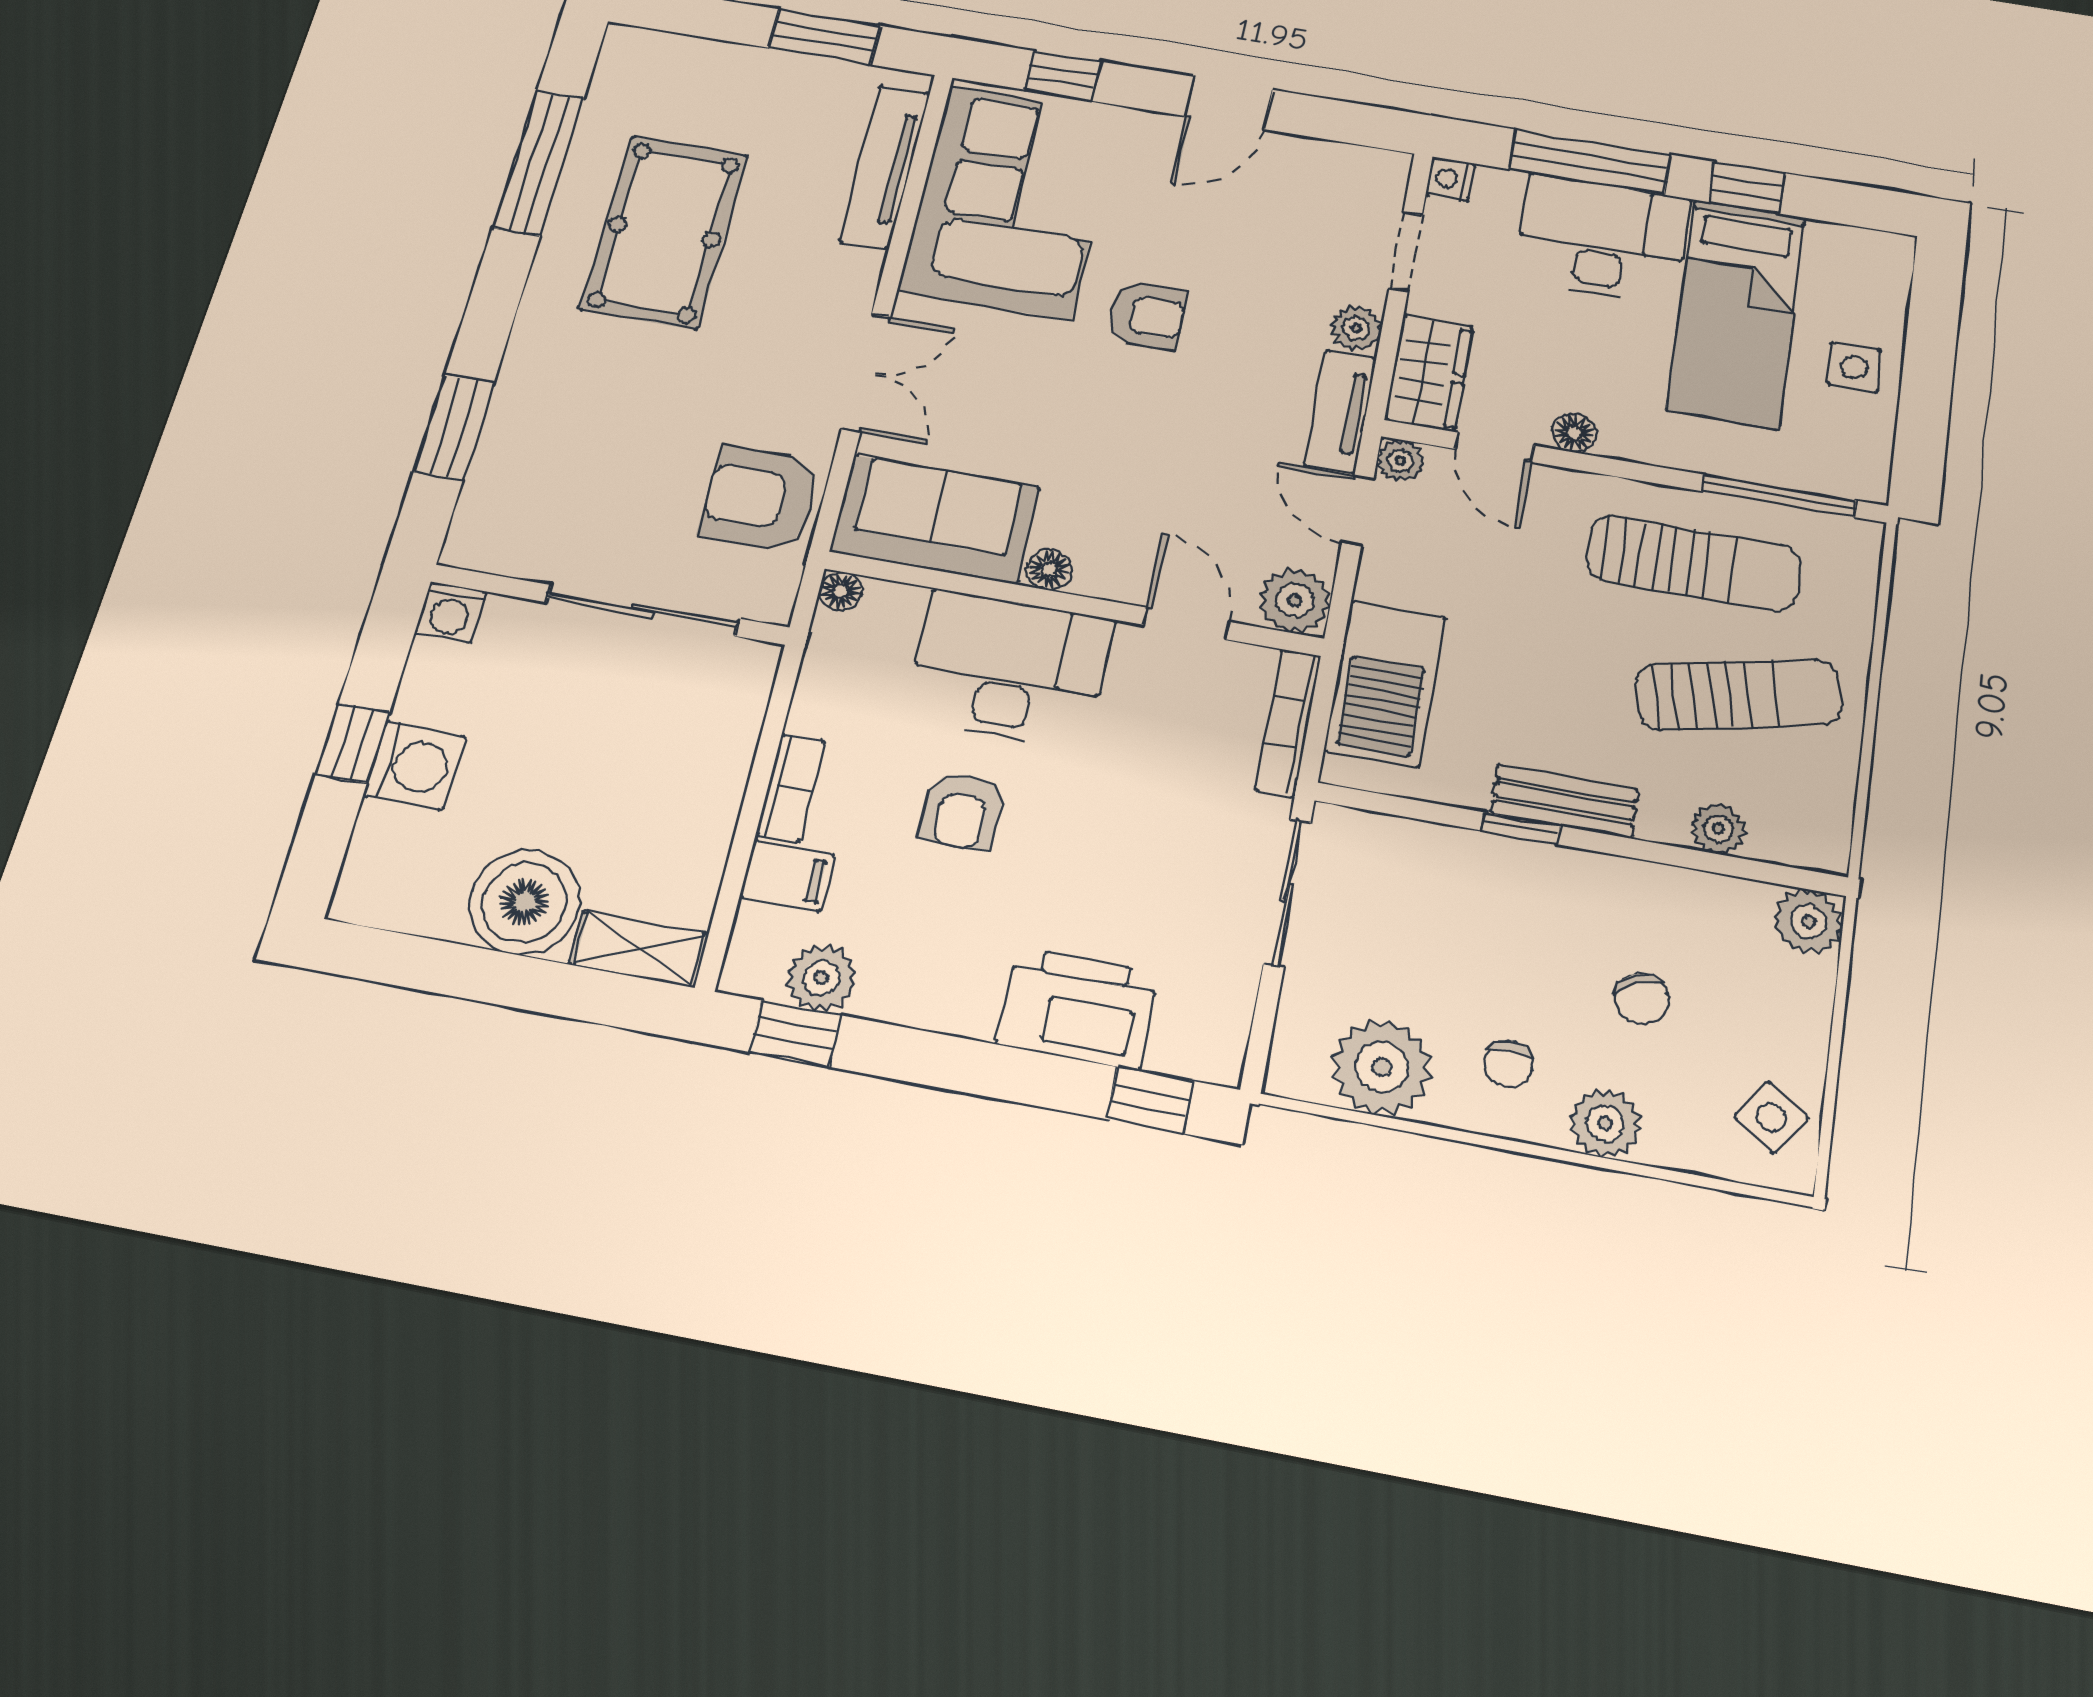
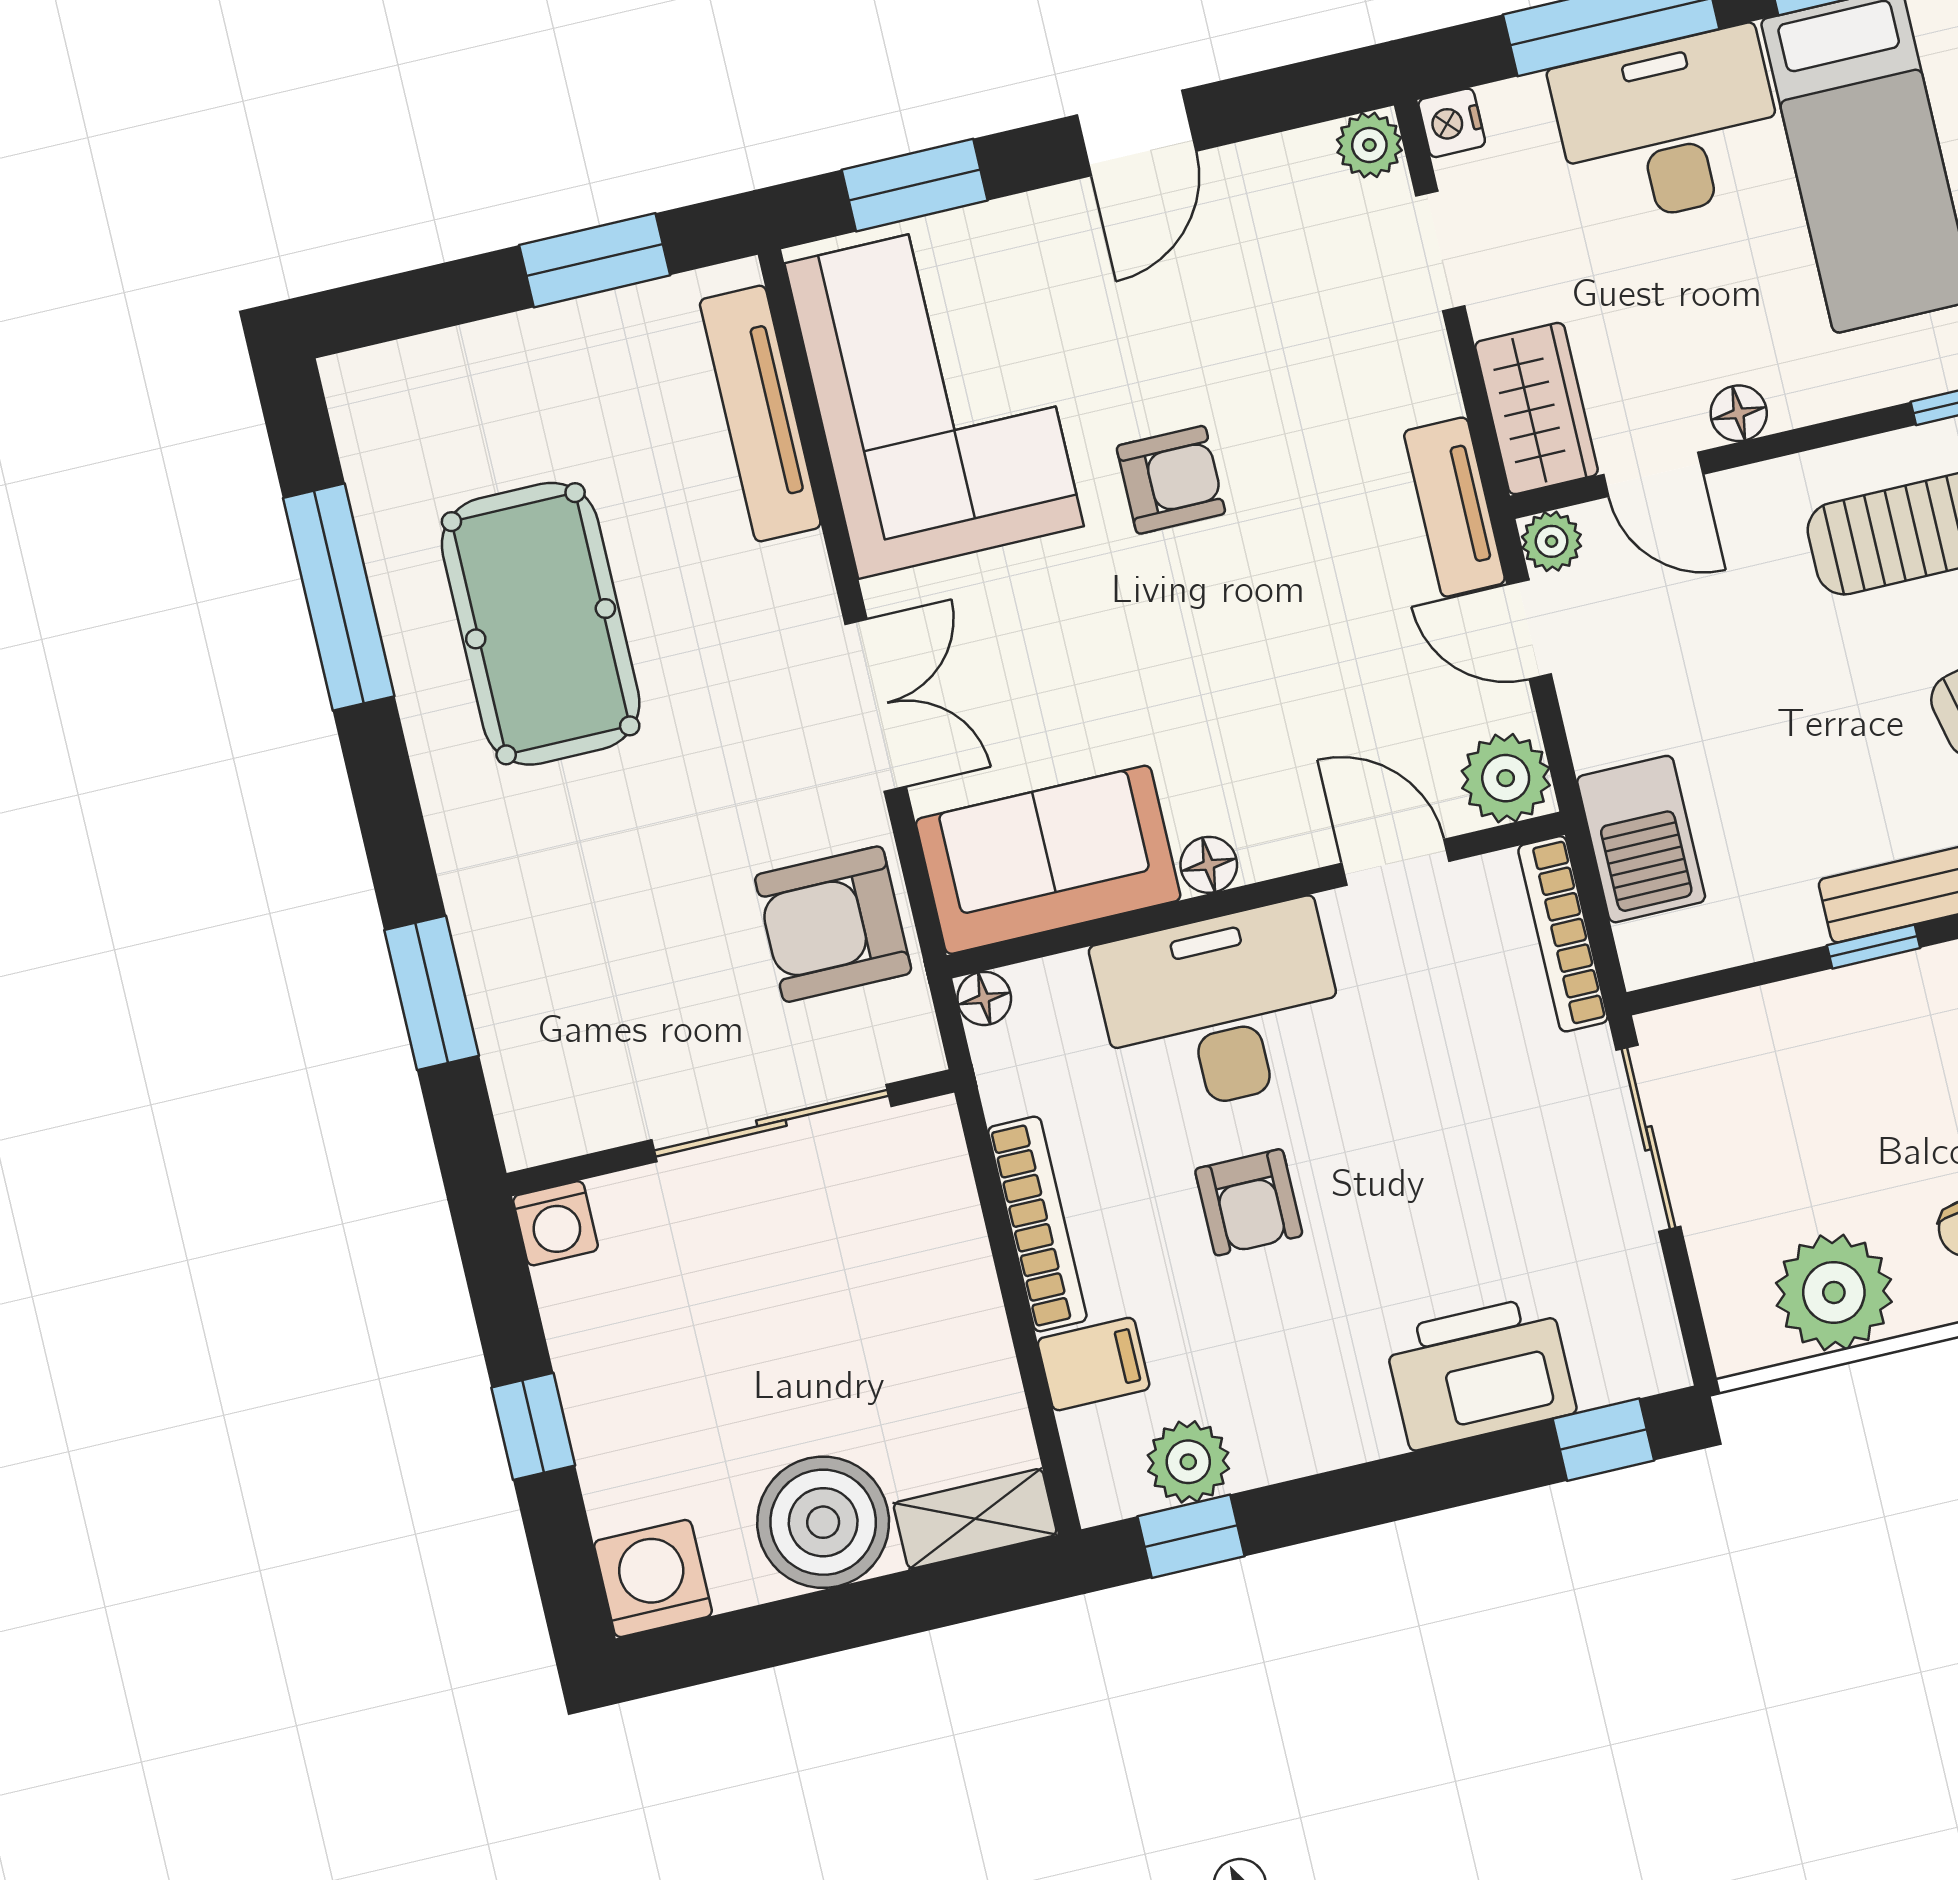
window: (1062, 76) -> (915, 185), width x1.50
plant: (1356, 328) -> (1369, 145), moved
barbecue: (1385, 683) -> (1641, 839), width x0.73, depth x0.83
washing machine: (414, 766) -> (653, 1578), moved, turned -90
bookcase: (790, 788) -> (1037, 1224), width x1.56

